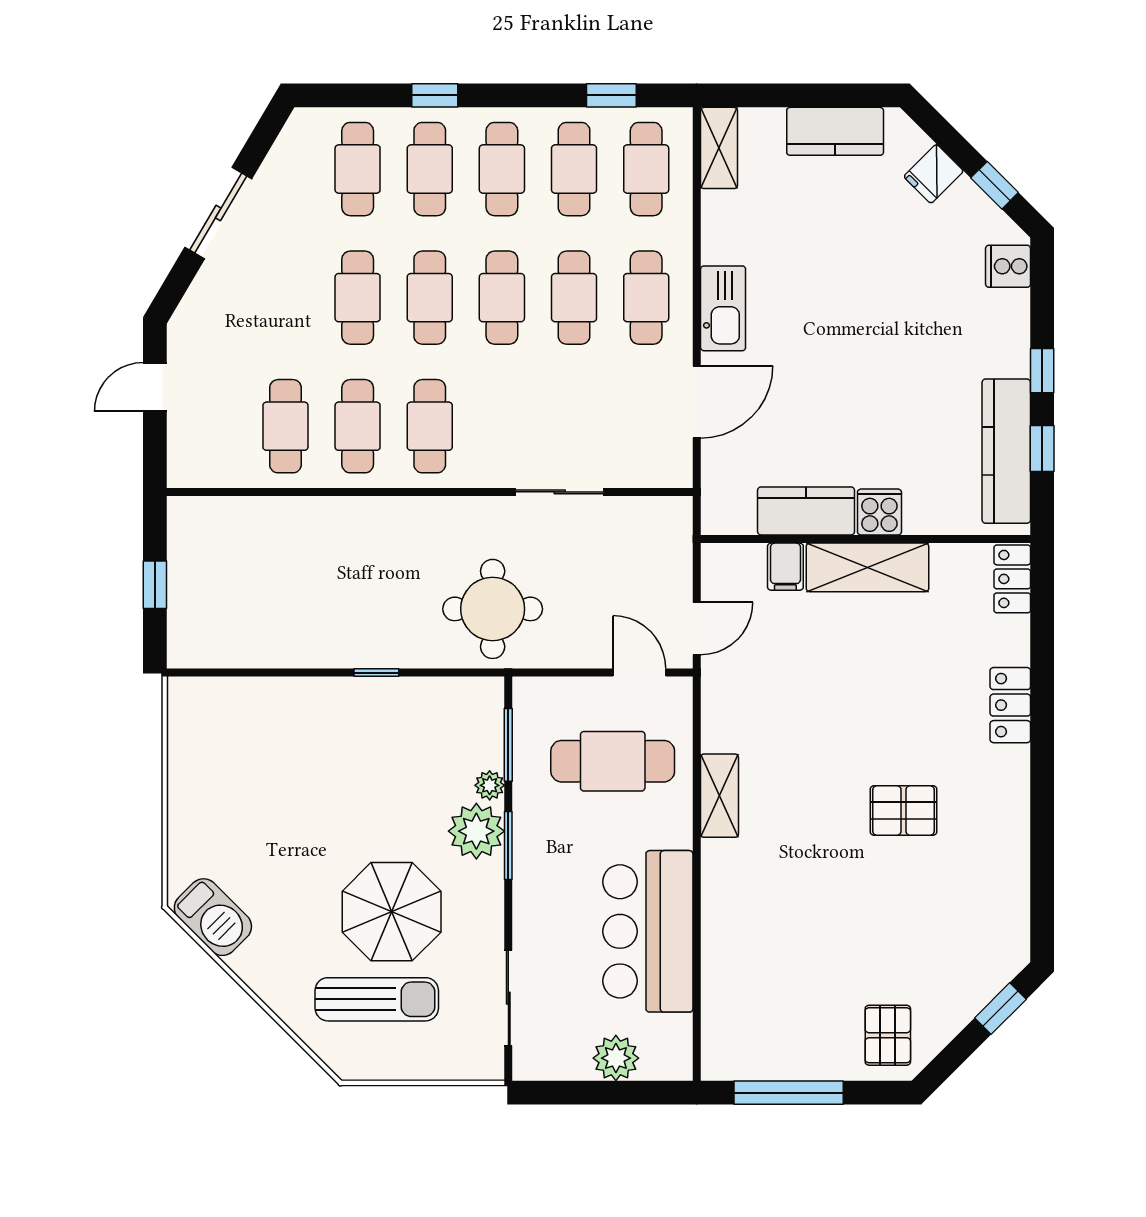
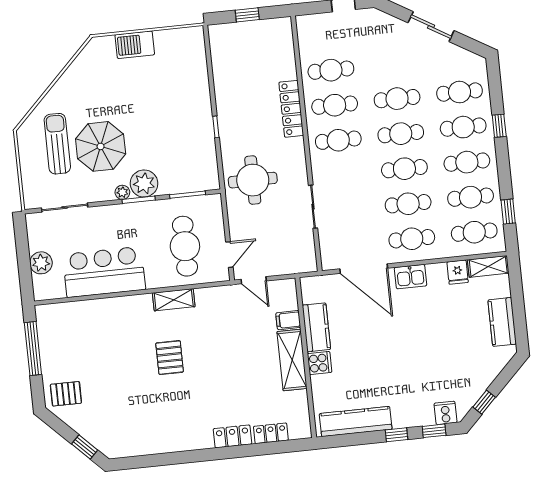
fridge: (934, 174) -> (458, 272), moved, turned -135
kitchen sink: (723, 308) -> (411, 277), width x0.73
door: (697, 402) -> (364, 269), width x1.36
window: (1042, 449) -> (434, 431), moved
locker: (356, 515) -> (291, 109), added
locker: (1012, 579) -> (271, 433), moved
plant: (490, 785) -> (122, 192), moved
pallet: (904, 810) -> (170, 358), moved
barbecue: (213, 917) -> (135, 45), moved, turned 45
sun lounger: (377, 999) -> (57, 144), turned 180

